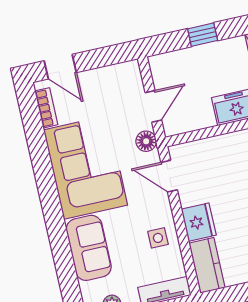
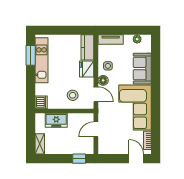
window: (203, 35) -> (79, 159), moved
floor lamp: (146, 141) -> (103, 80), moved
stool: (215, 164) -> (73, 95), added

